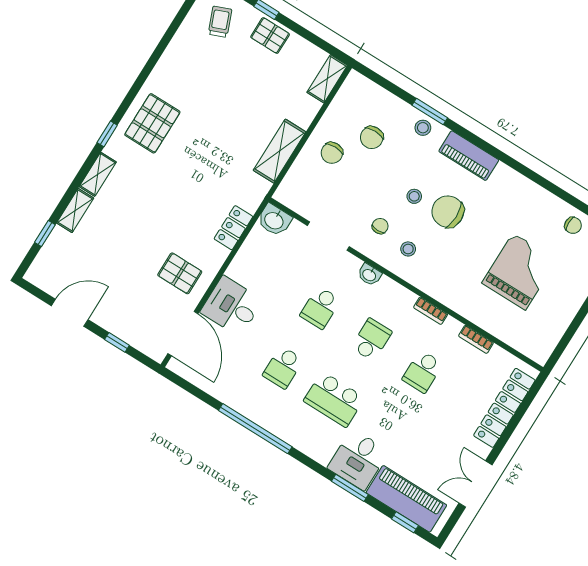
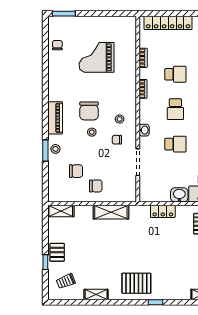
shelving: (98, 174) -> (96, 294), moved
washbasin: (274, 220) -> (179, 195), moved, turned -90
school desk: (371, 340) -> (175, 109), turned -90

